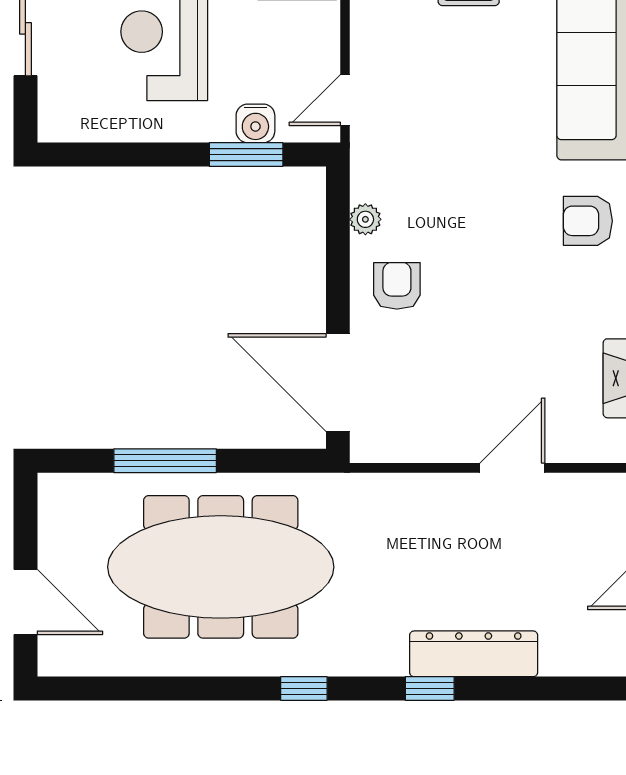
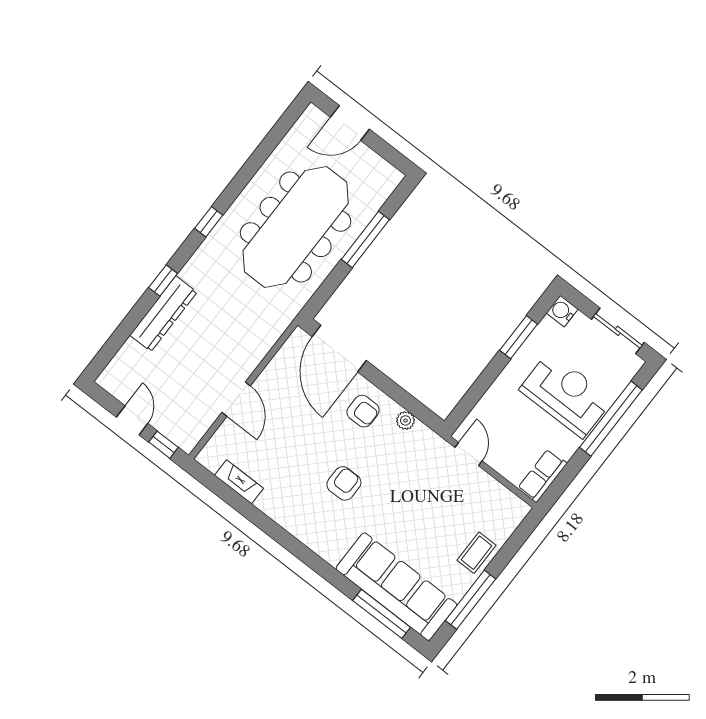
water cooler: (255, 123) -> (562, 311), moved
window: (246, 155) -> (519, 337), moved
armchair: (588, 221) -> (344, 483), moved
door: (338, 383) -> (339, 348), swing flipped

